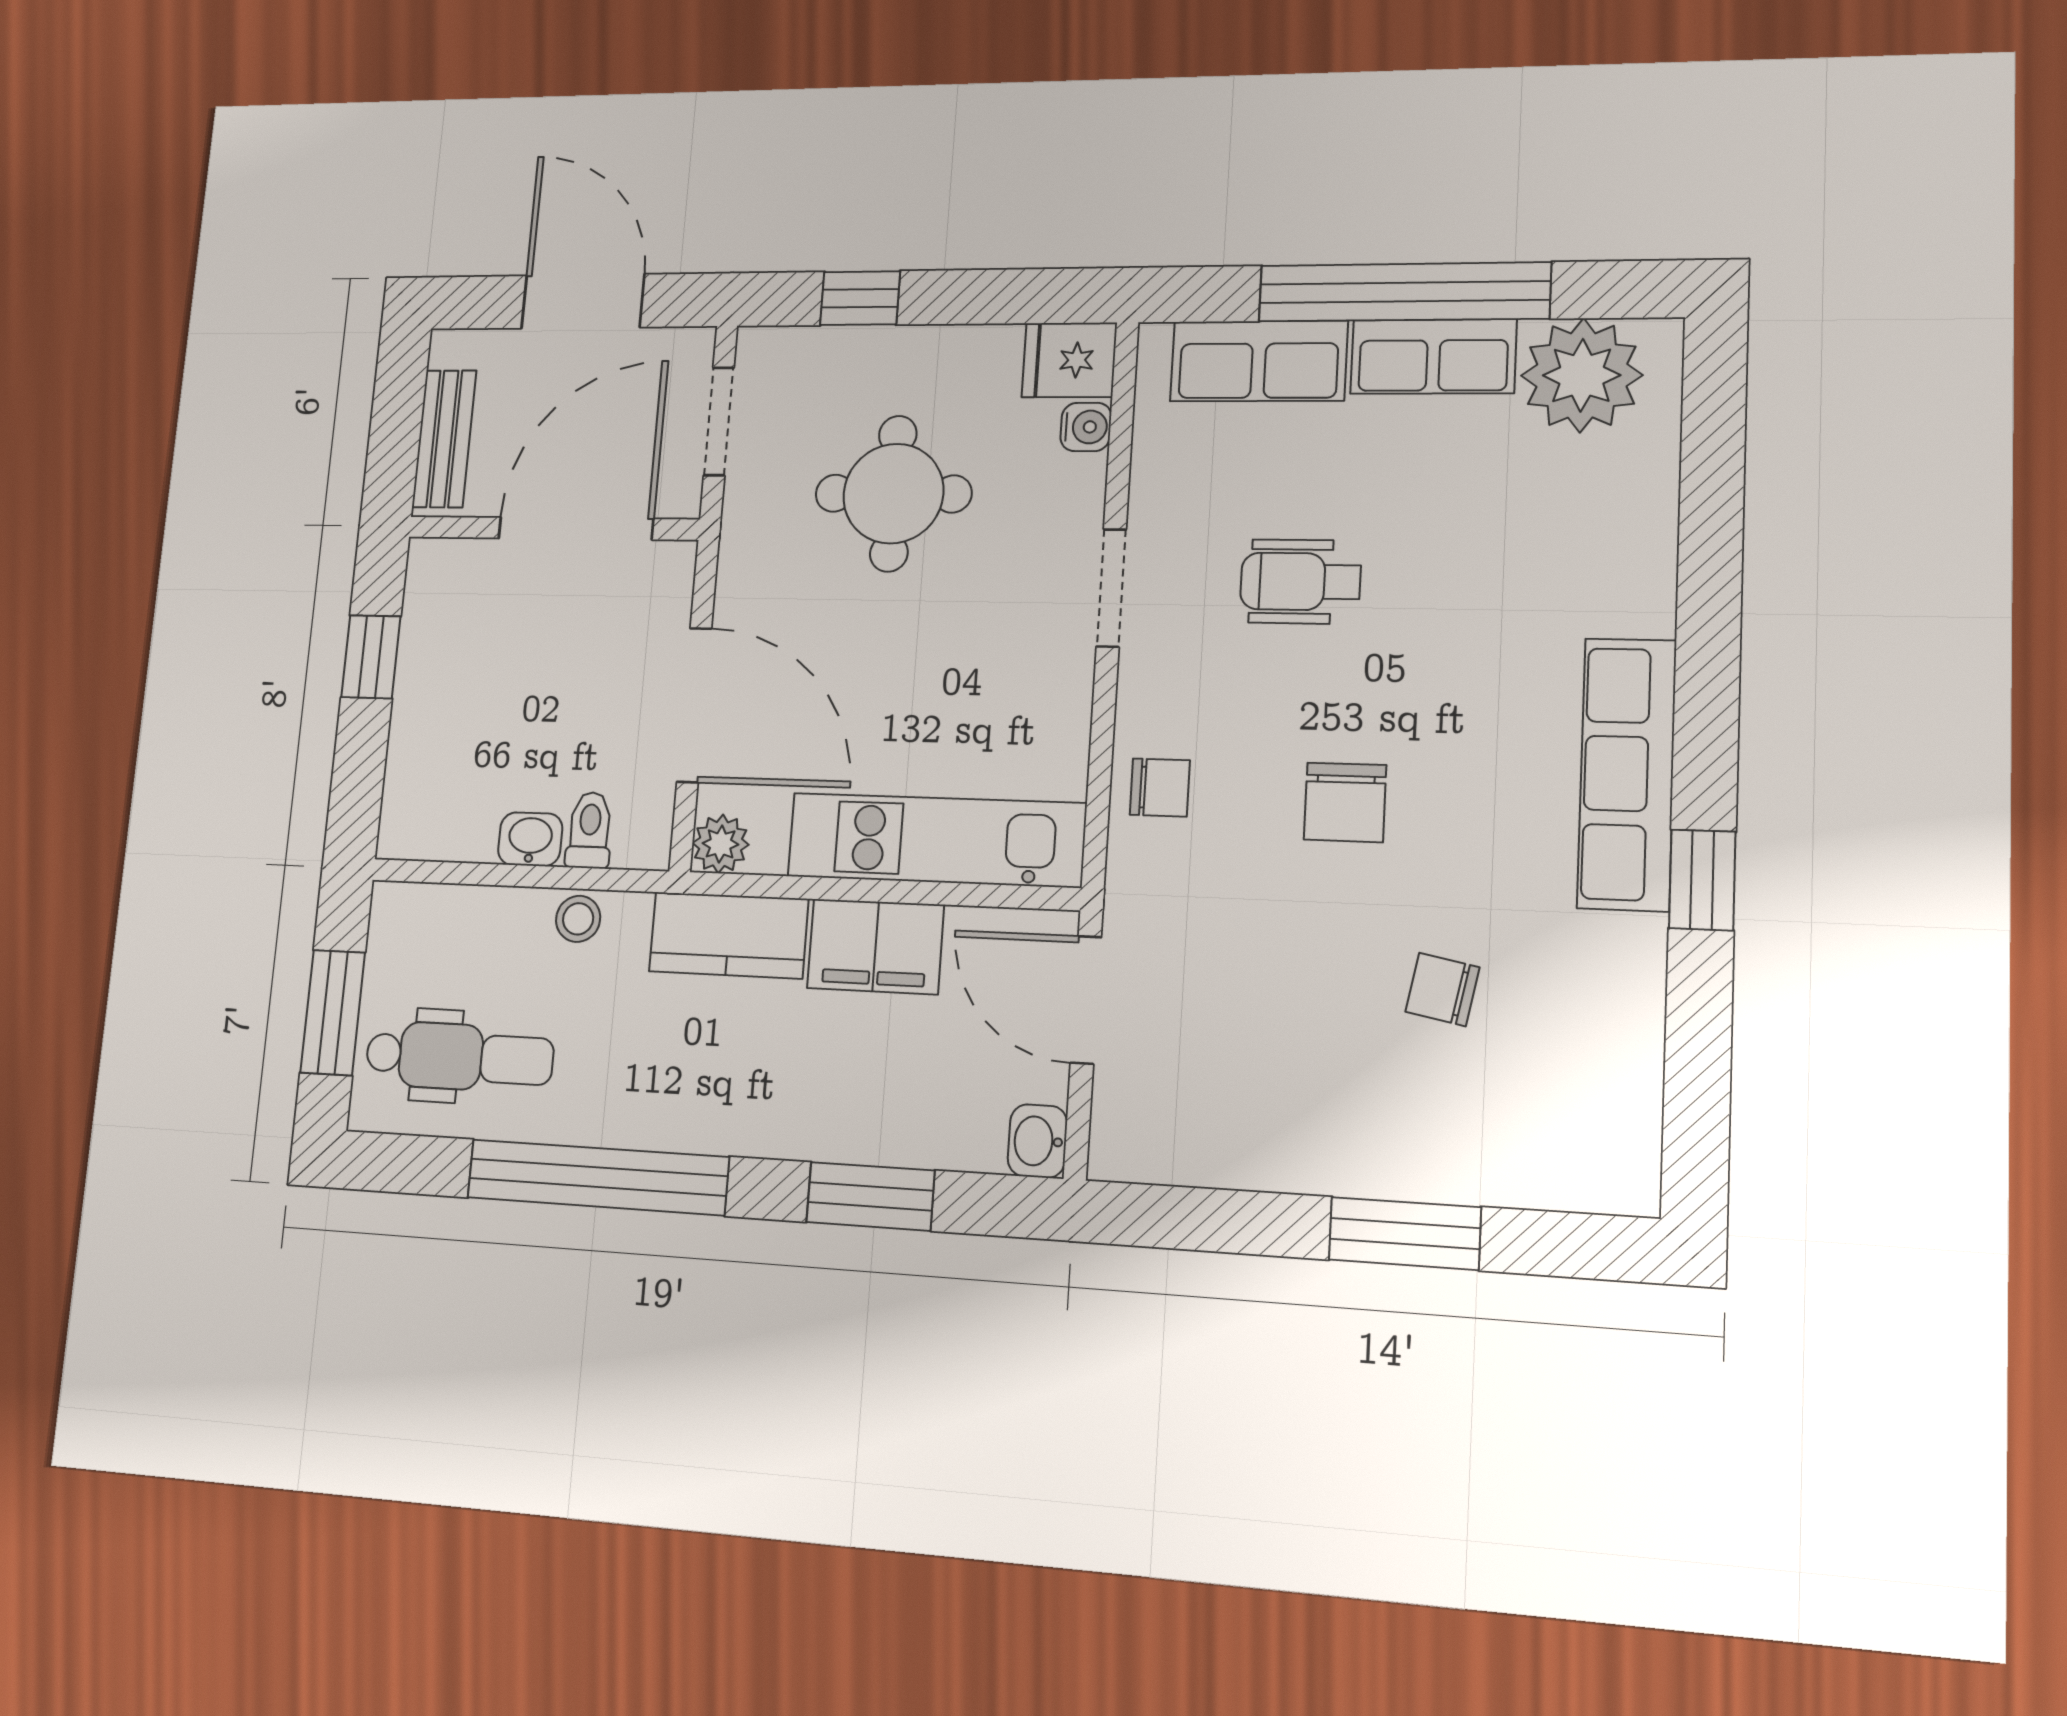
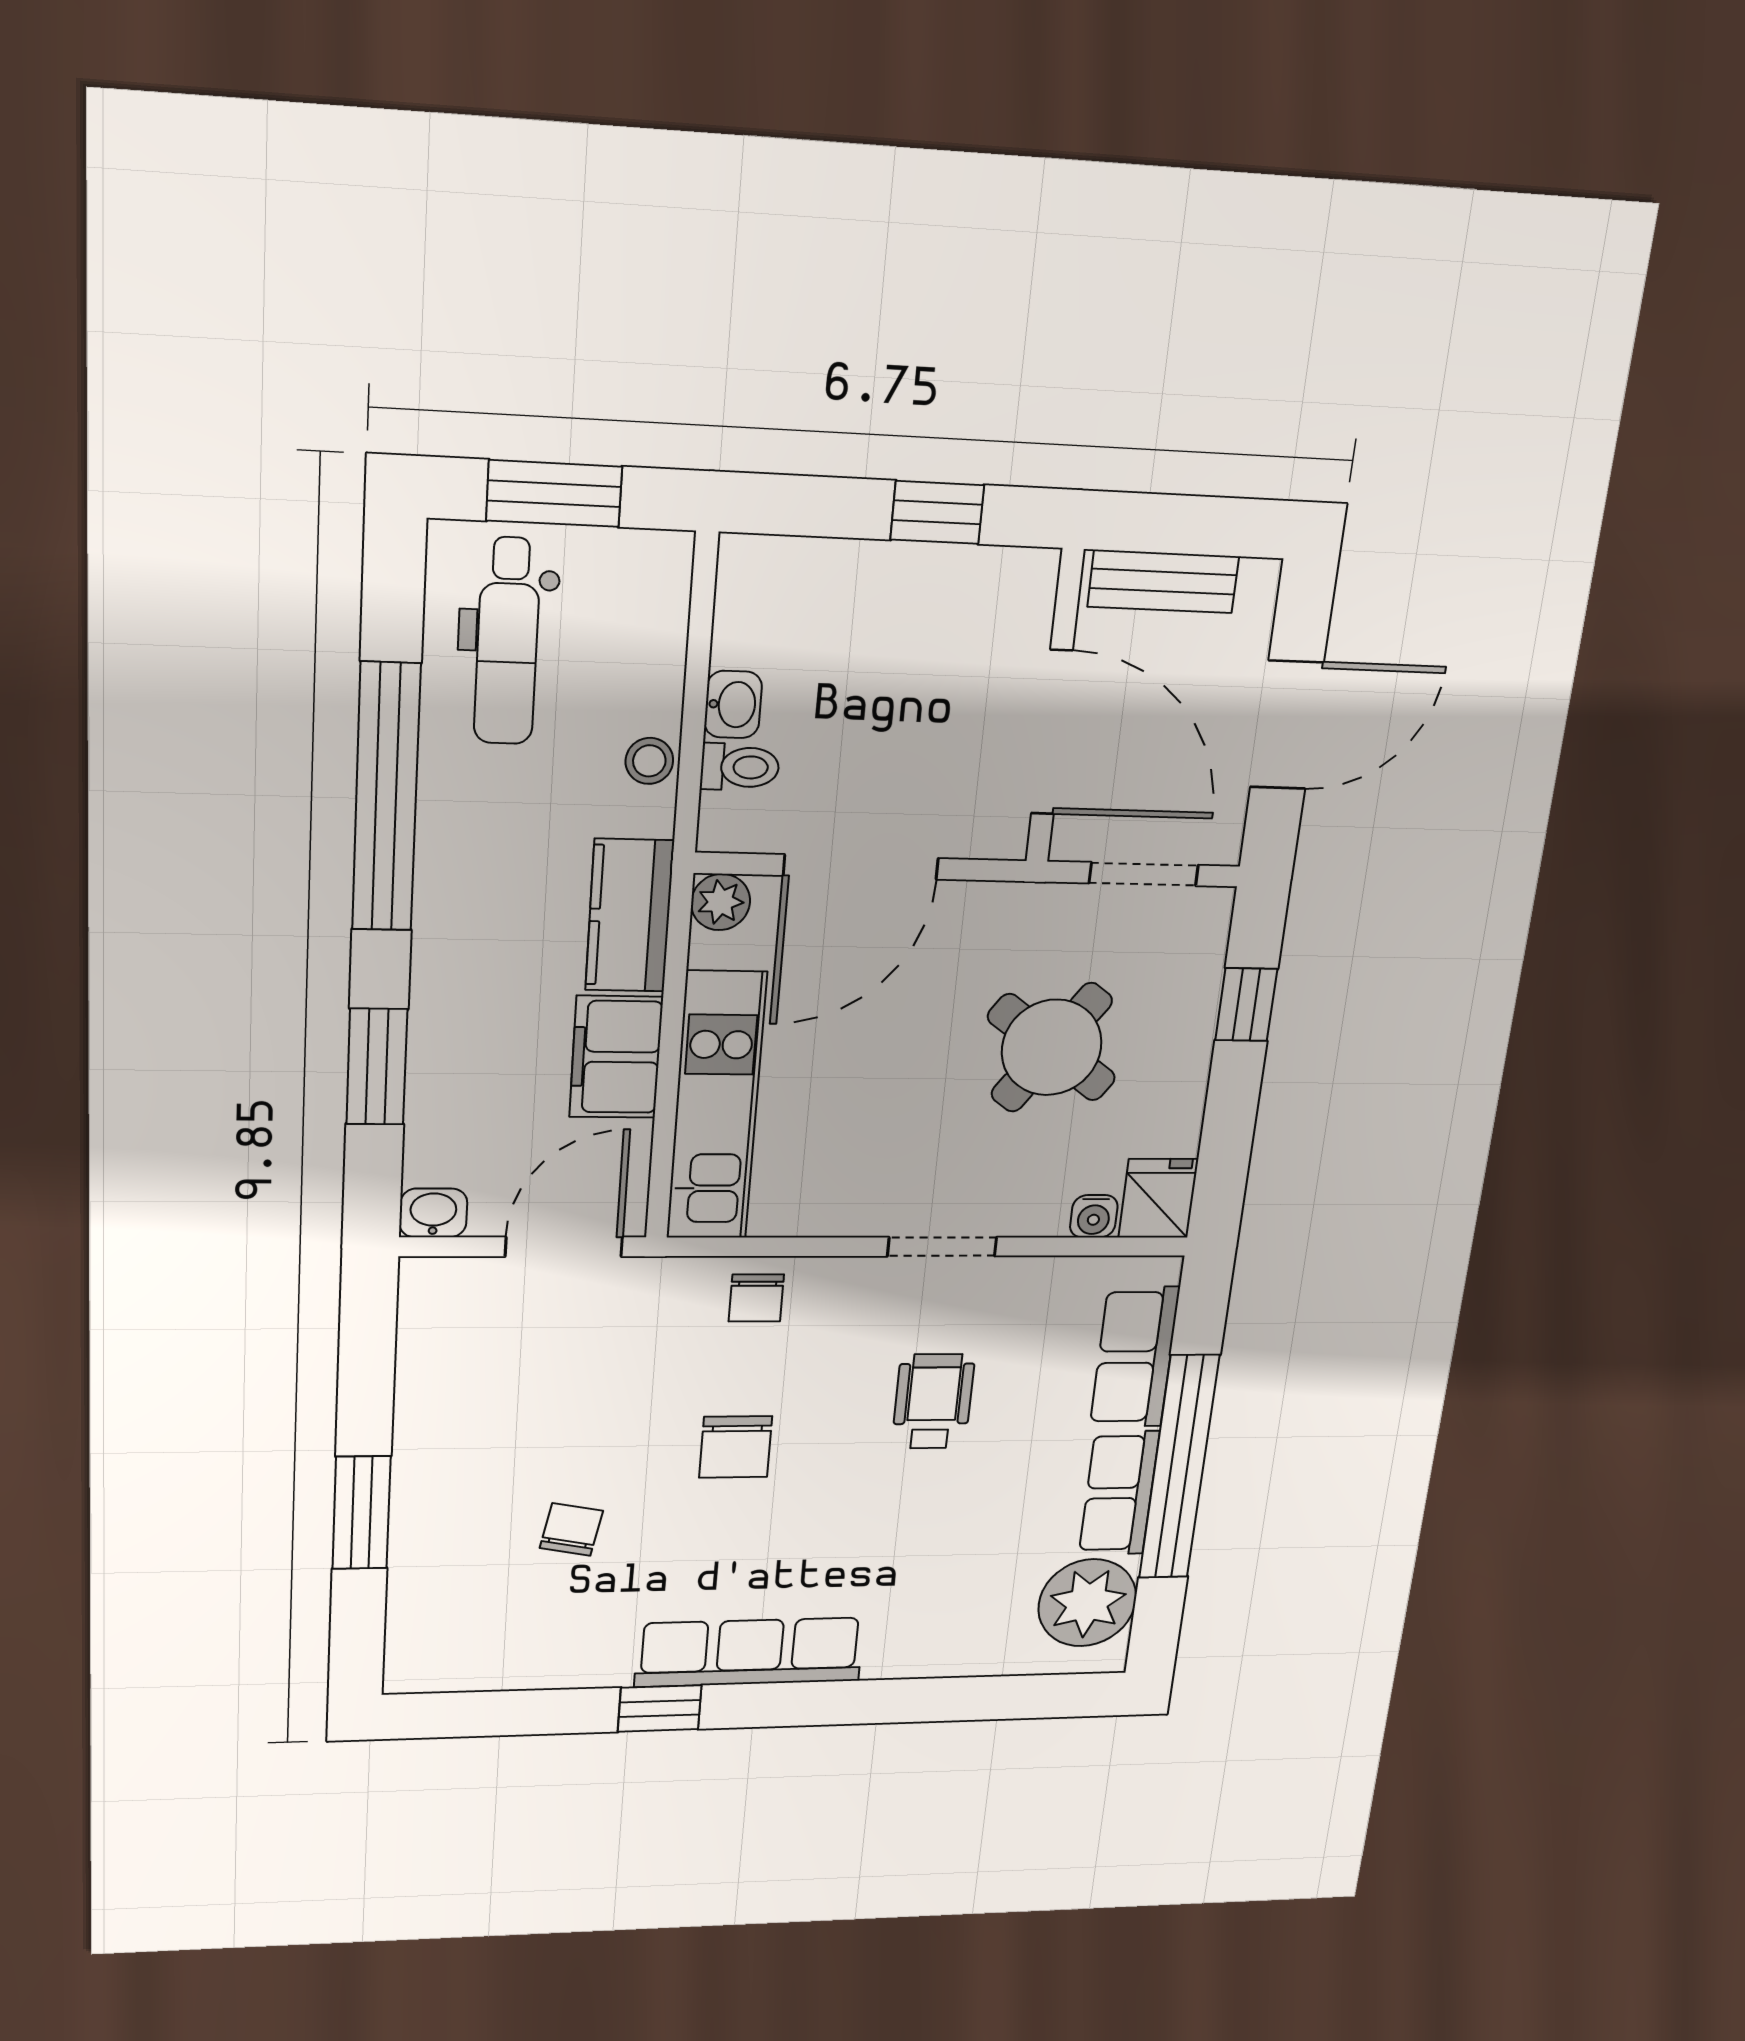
round table: (893, 494) -> (1052, 1047), turned 36
chair: (1345, 802) -> (736, 1447), turned -90

